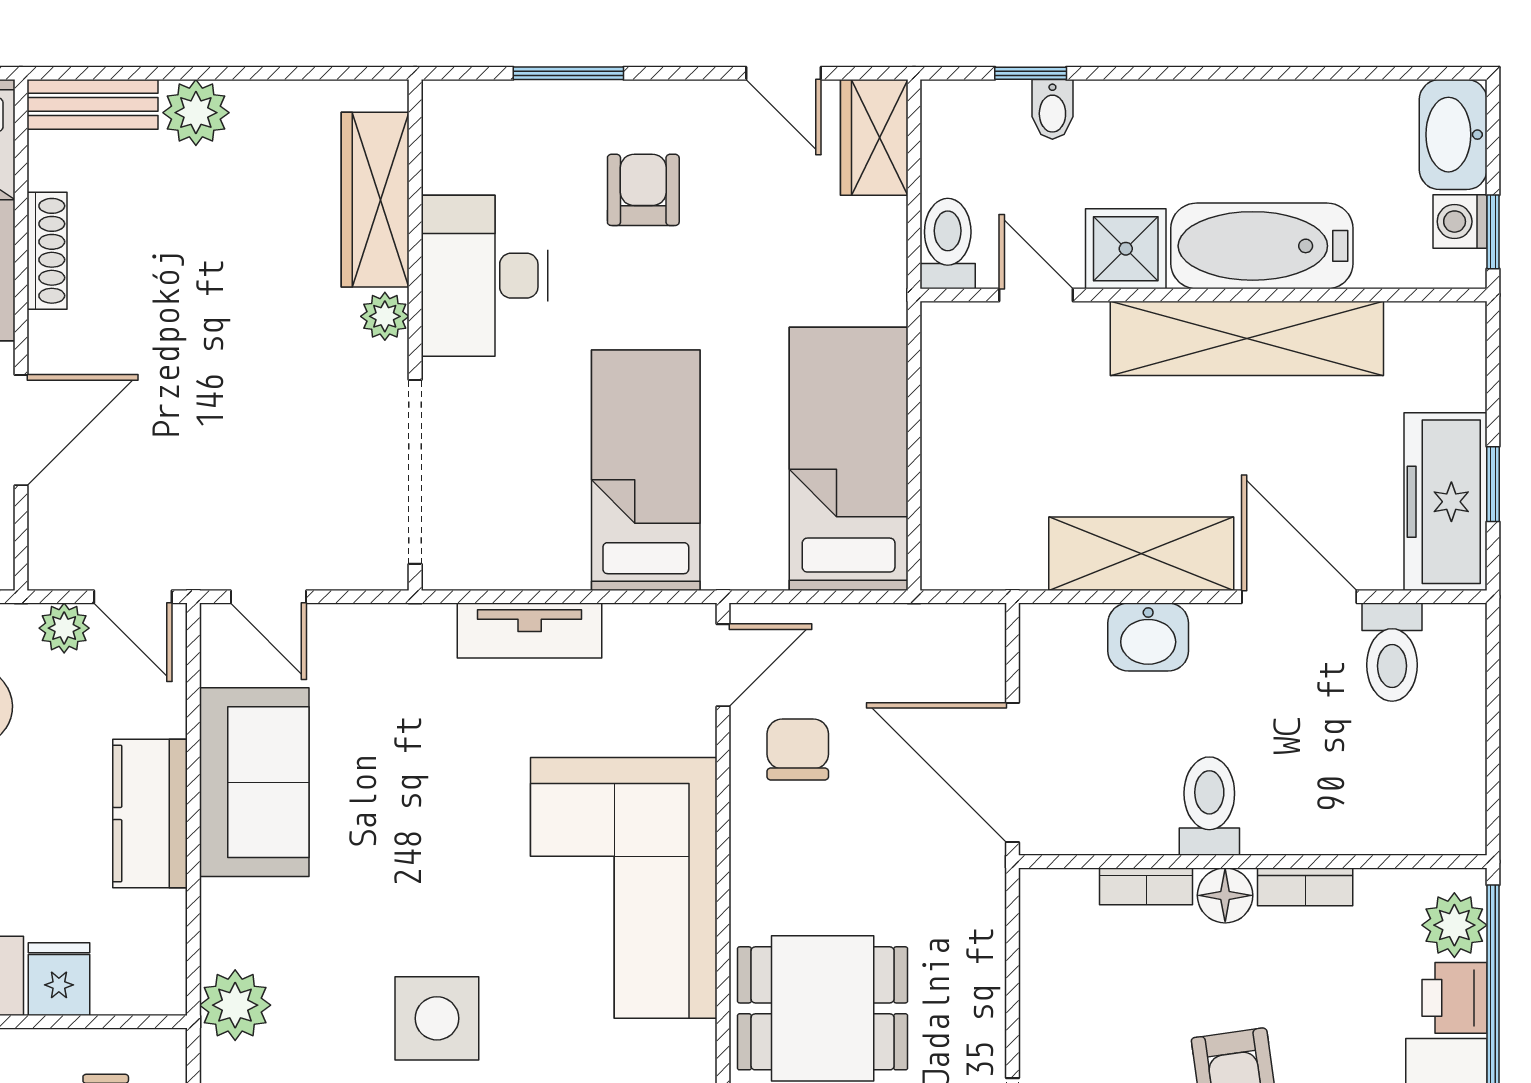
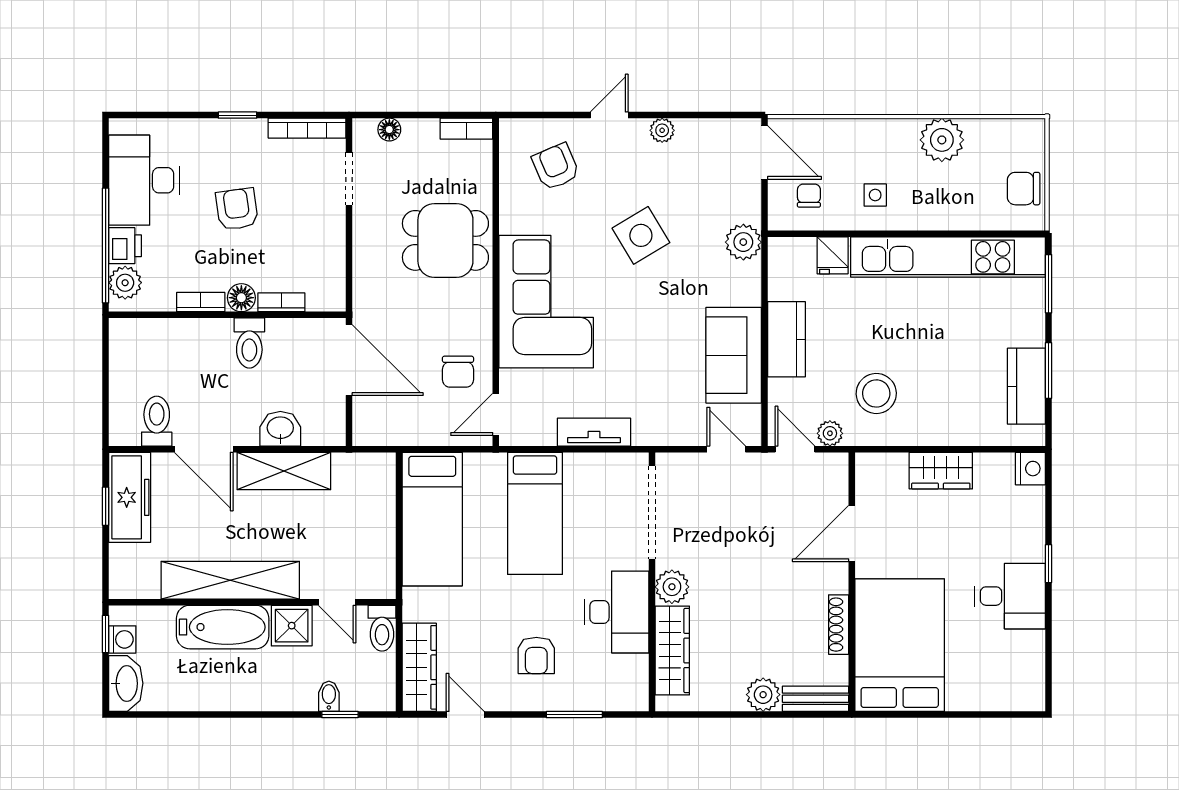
wardrobe: (874, 137) -> (419, 667), width x1.50
plant: (385, 316) -> (672, 587), width x1.38, depth x1.38
side table: (437, 1018) -> (641, 235), turned -31

